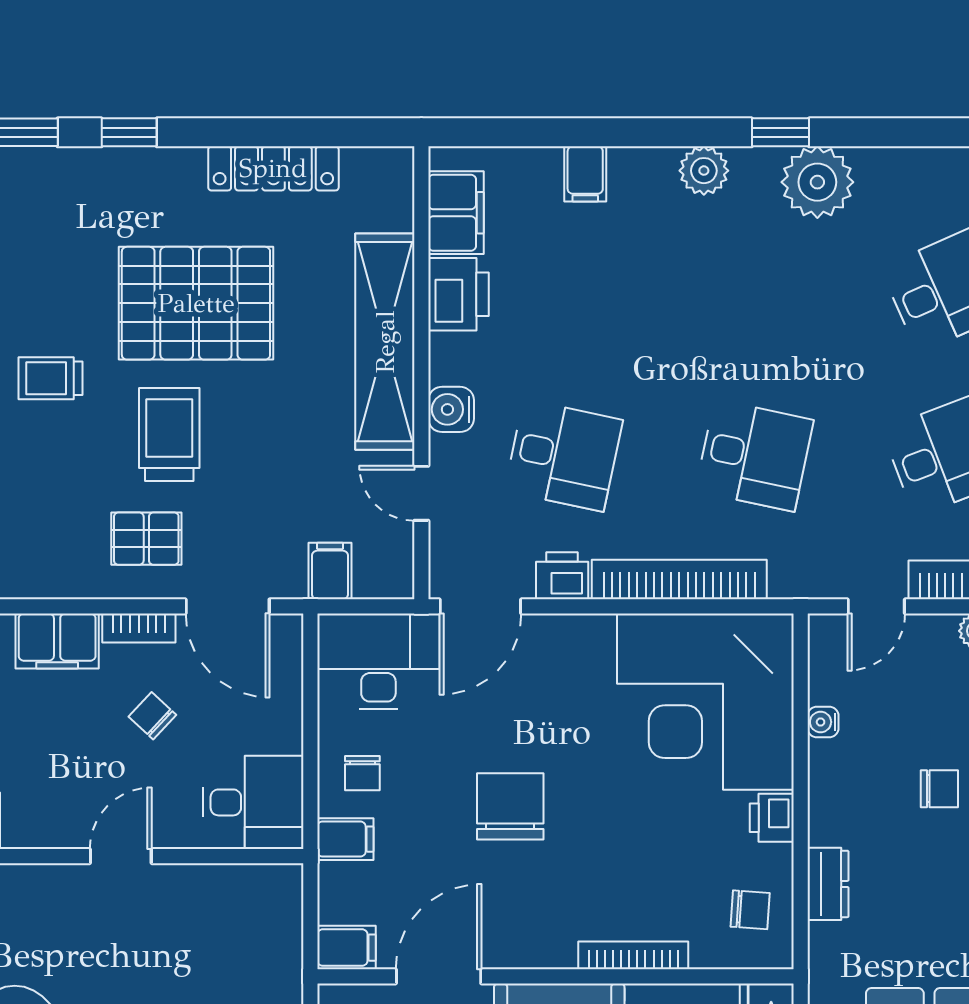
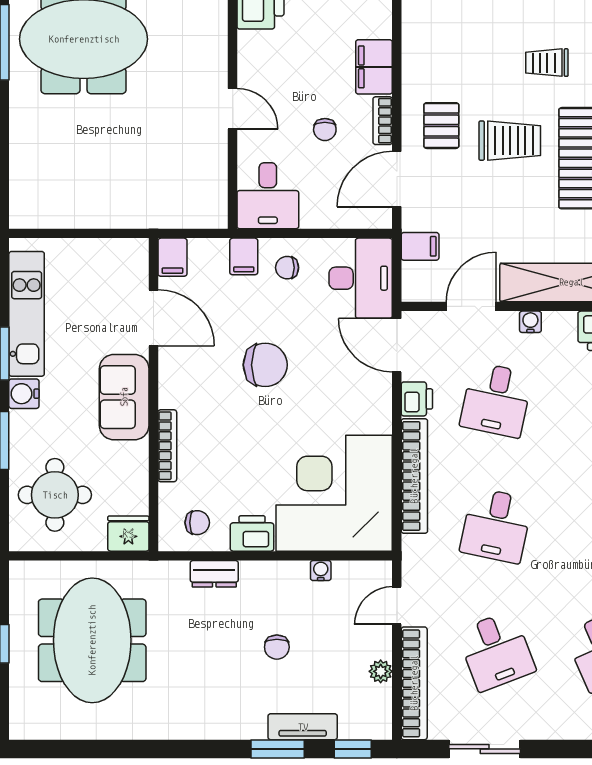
trolley: (51, 378) -> (547, 63), turned -90
water cooler: (451, 409) -> (530, 322), width x0.72, depth x0.72
door: (421, 493) -> (471, 306), width x1.38
door: (876, 606) -> (397, 606), hinge flipped
chair: (152, 716) -> (325, 130), turned 137
printer: (772, 818) -> (252, 533), width x1.36, depth x1.24
chair: (750, 910) -> (197, 523), turned -94

